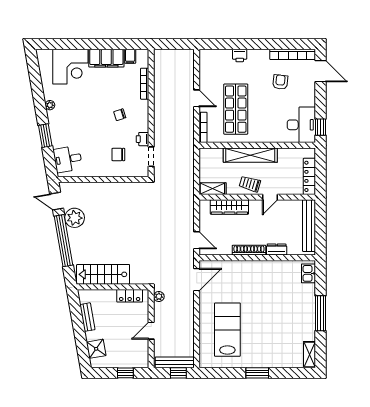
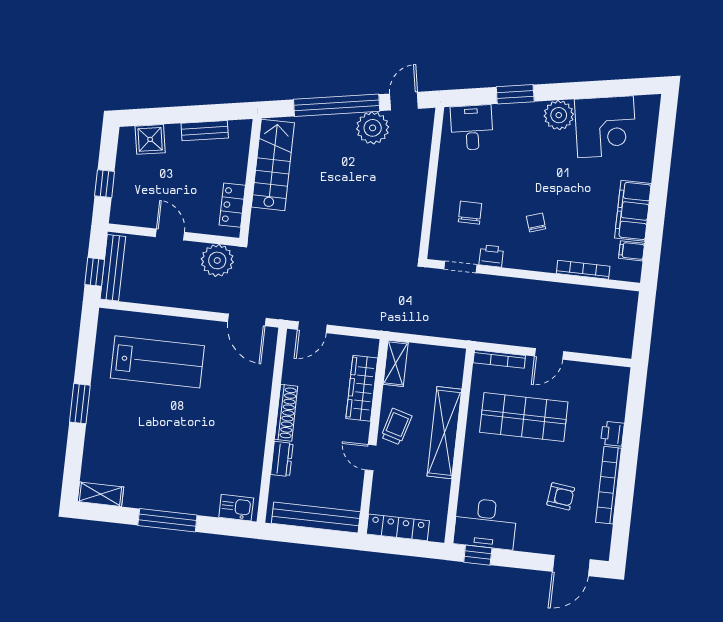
bookcase: (293, 54) -> (609, 485), moved
corner desk: (70, 67) -> (606, 127), moved, turned -100
plant: (50, 105) -> (559, 115), width x1.87, depth x1.87
plant: (159, 296) -> (217, 260), width x1.88, depth x1.88

